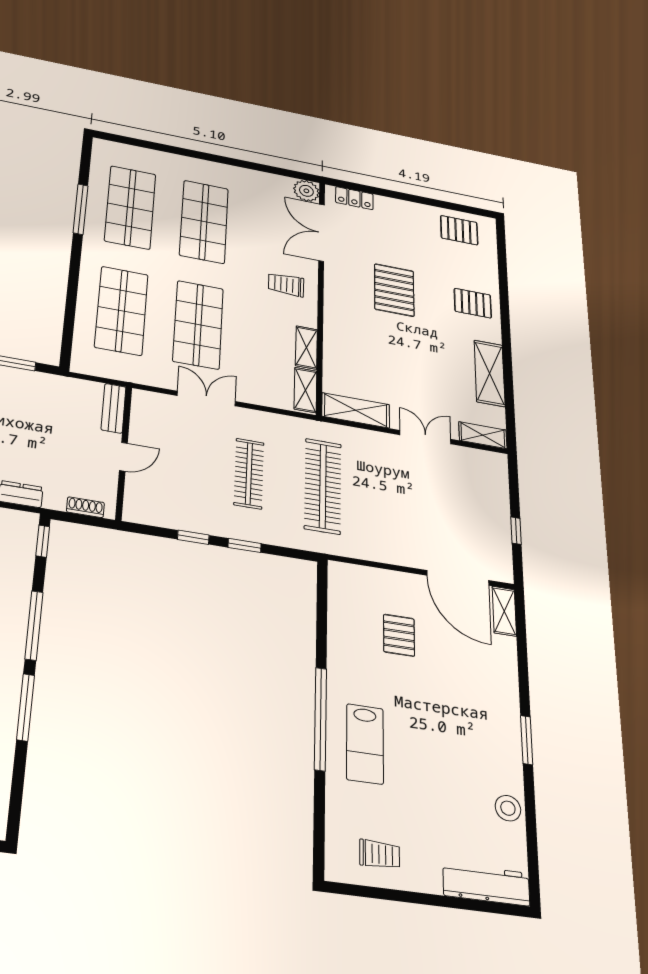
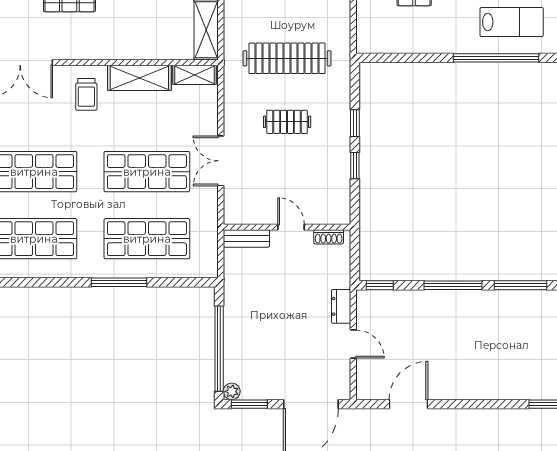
window: (81, 209) -> (119, 282), moved
shelving: (306, 348) -> (139, 78), width x1.50, depth x1.33
clothes rail: (249, 474) -> (287, 122), width x0.73
shoe rack: (85, 507) -> (329, 237), moved, turned -90

